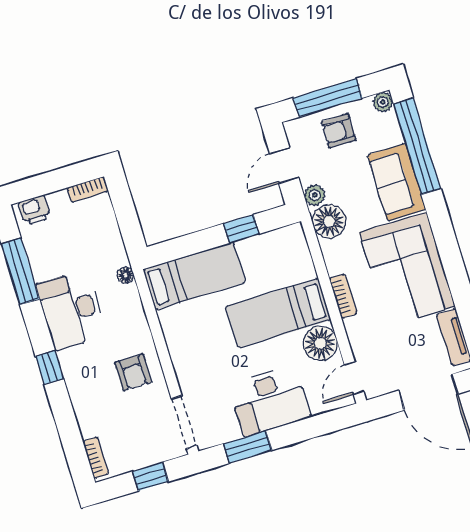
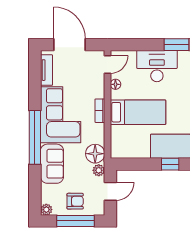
window: (417, 146) -> (35, 137), moved
window: (241, 229) -> (170, 164), moved
floor lamp: (320, 343) -> (115, 84), width x0.53, depth x0.53

